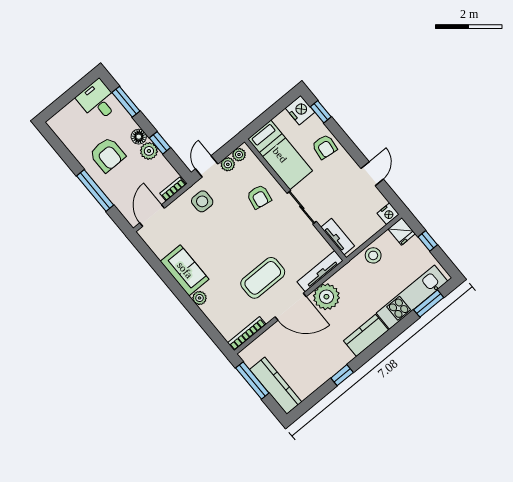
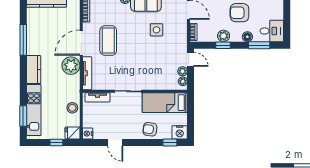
floor lamp: (139, 137) -> (247, 37), moved
armchair: (259, 197) -> (152, 74), removed
side table: (202, 201) -> (156, 30), moved
window: (342, 375) -> (23, 40), width x2.17

